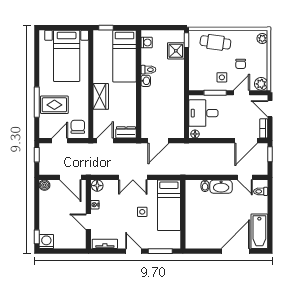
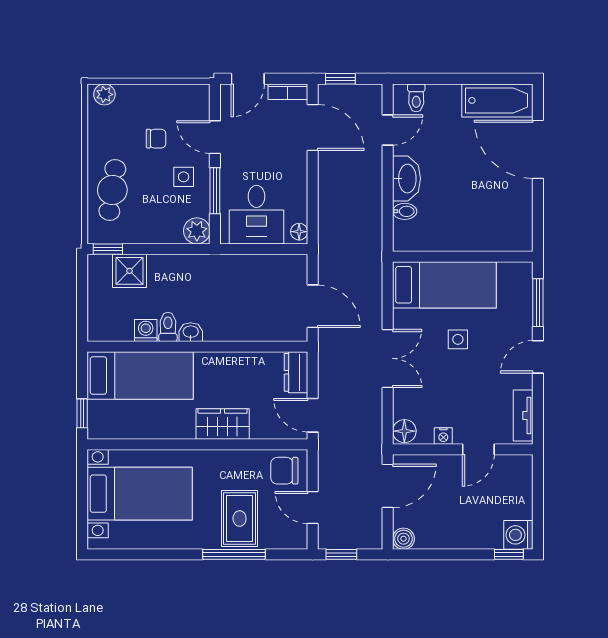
washing machine: (147, 43) -> (146, 330), moved
plant: (261, 84) -> (197, 231), moved

